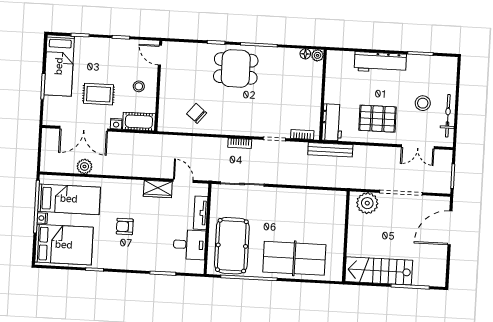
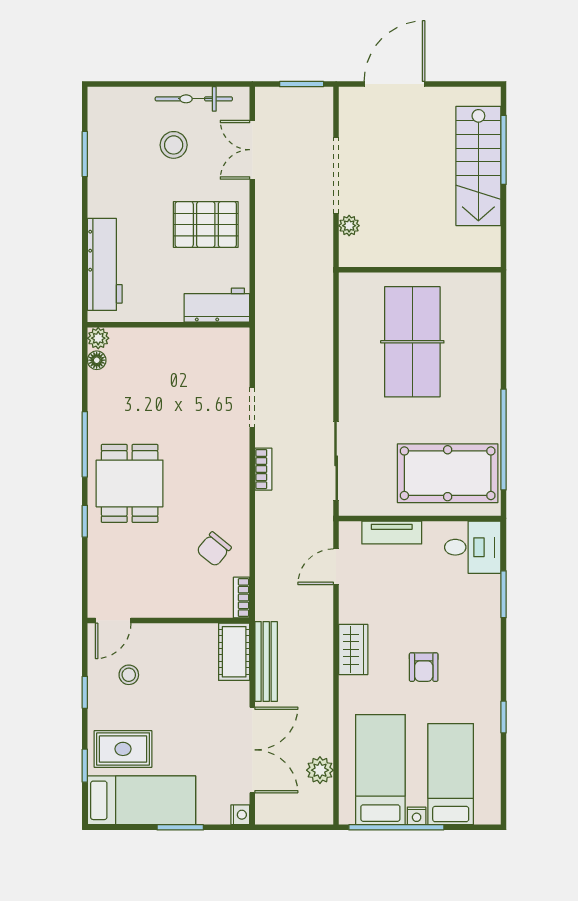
workbench: (380, 62) -> (105, 264), moved
stool: (139, 86) -> (129, 675), moved
rug: (98, 94) -> (123, 749), moved, turned 90
pallet: (378, 119) -> (206, 224), turned 90
nightstand: (116, 124) -> (240, 815), moved
bookcase: (302, 135) -> (242, 598), moved
double door: (418, 147) -> (252, 150), swing flipped
bench: (330, 150) -> (266, 662), moved
plant: (85, 166) -> (320, 770), moved
wardrobe: (158, 189) -> (353, 649), moved
plant: (367, 203) -> (349, 226), width x0.53, depth x0.53
door: (450, 228) -> (394, 84), swing flipped
bed: (64, 245) -> (451, 774), width x0.67
desk: (189, 245) -> (473, 547), moved, turned 90
table tennis table: (294, 258) -> (412, 342), moved
stairs: (379, 271) -> (478, 166), moved

